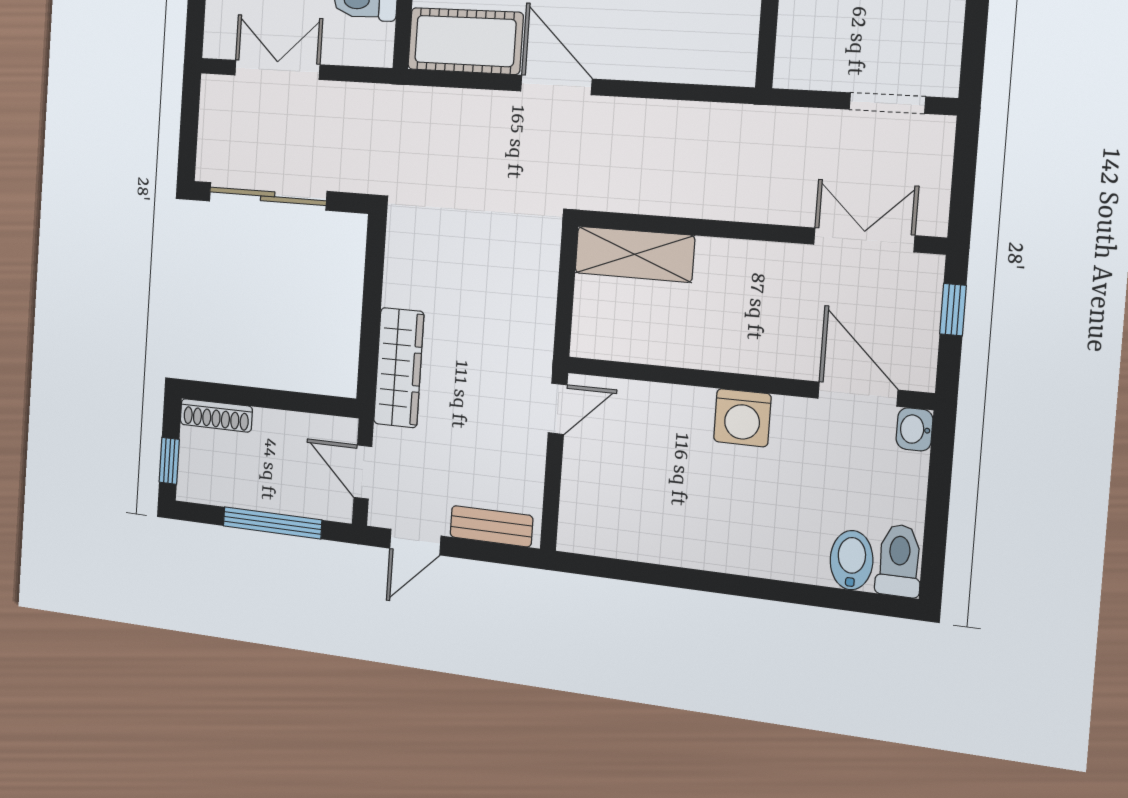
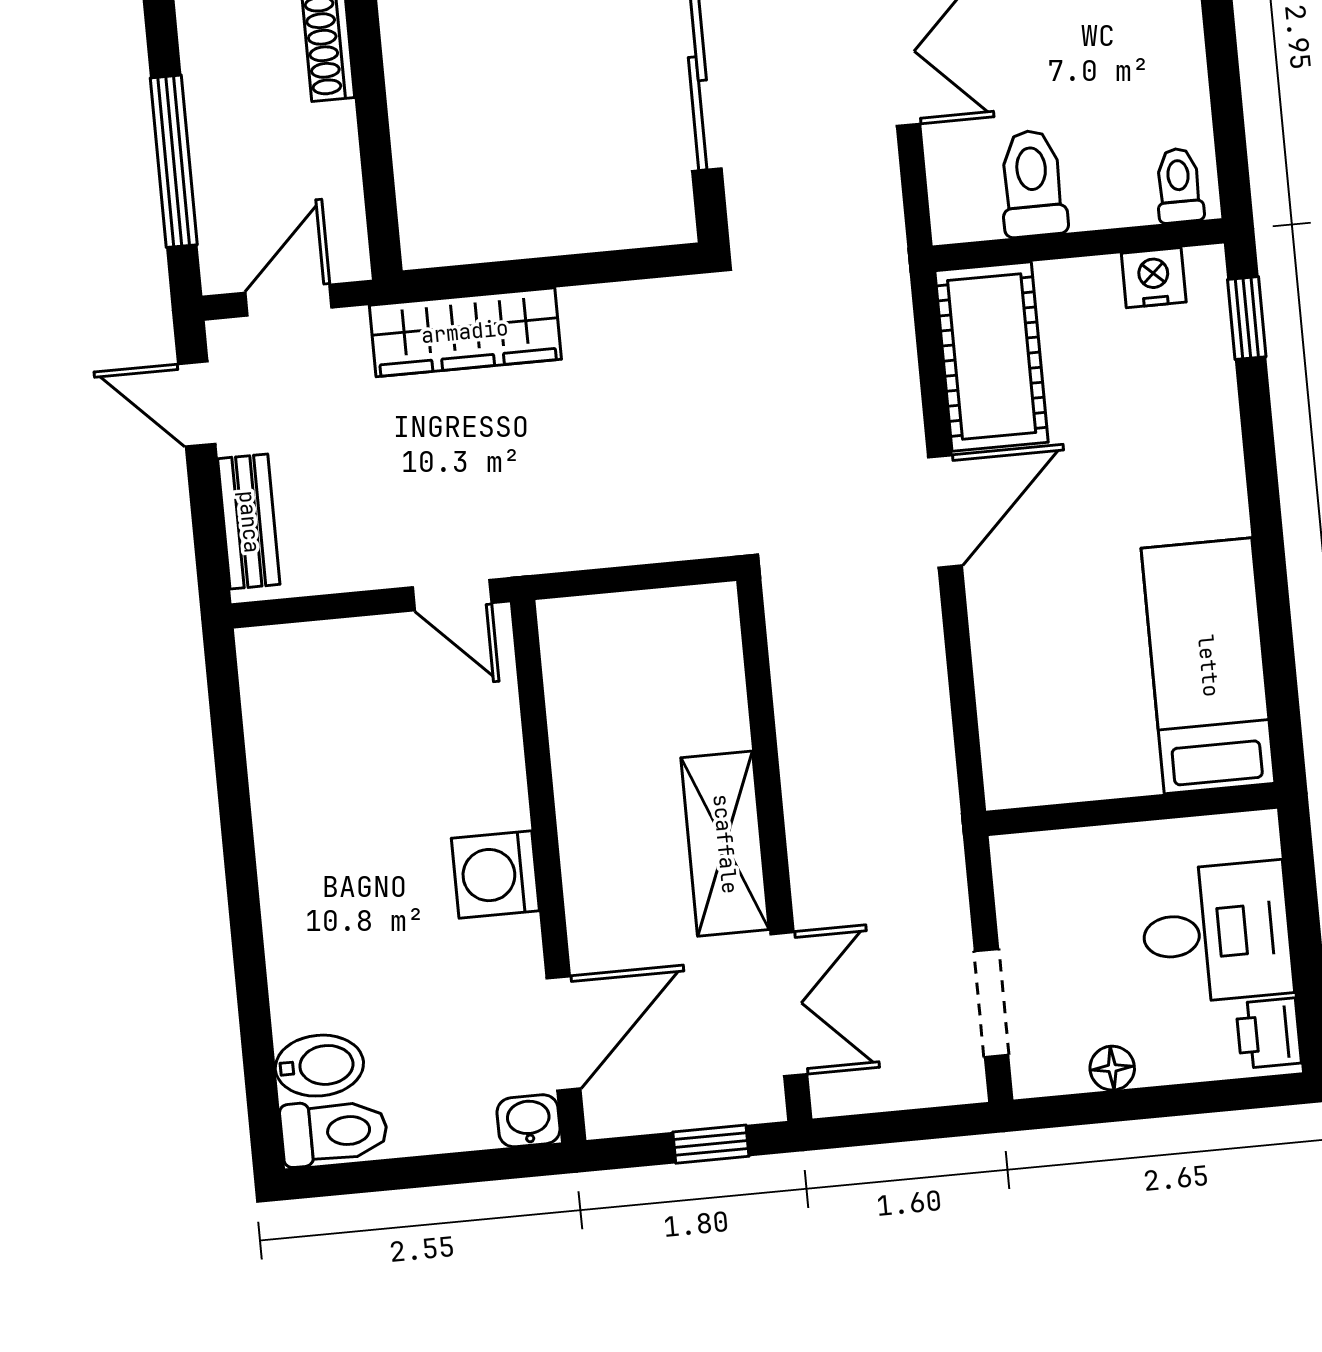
floor lamp: (948, 27) -> (1112, 1068), added
shelving: (635, 254) -> (725, 844), moved

